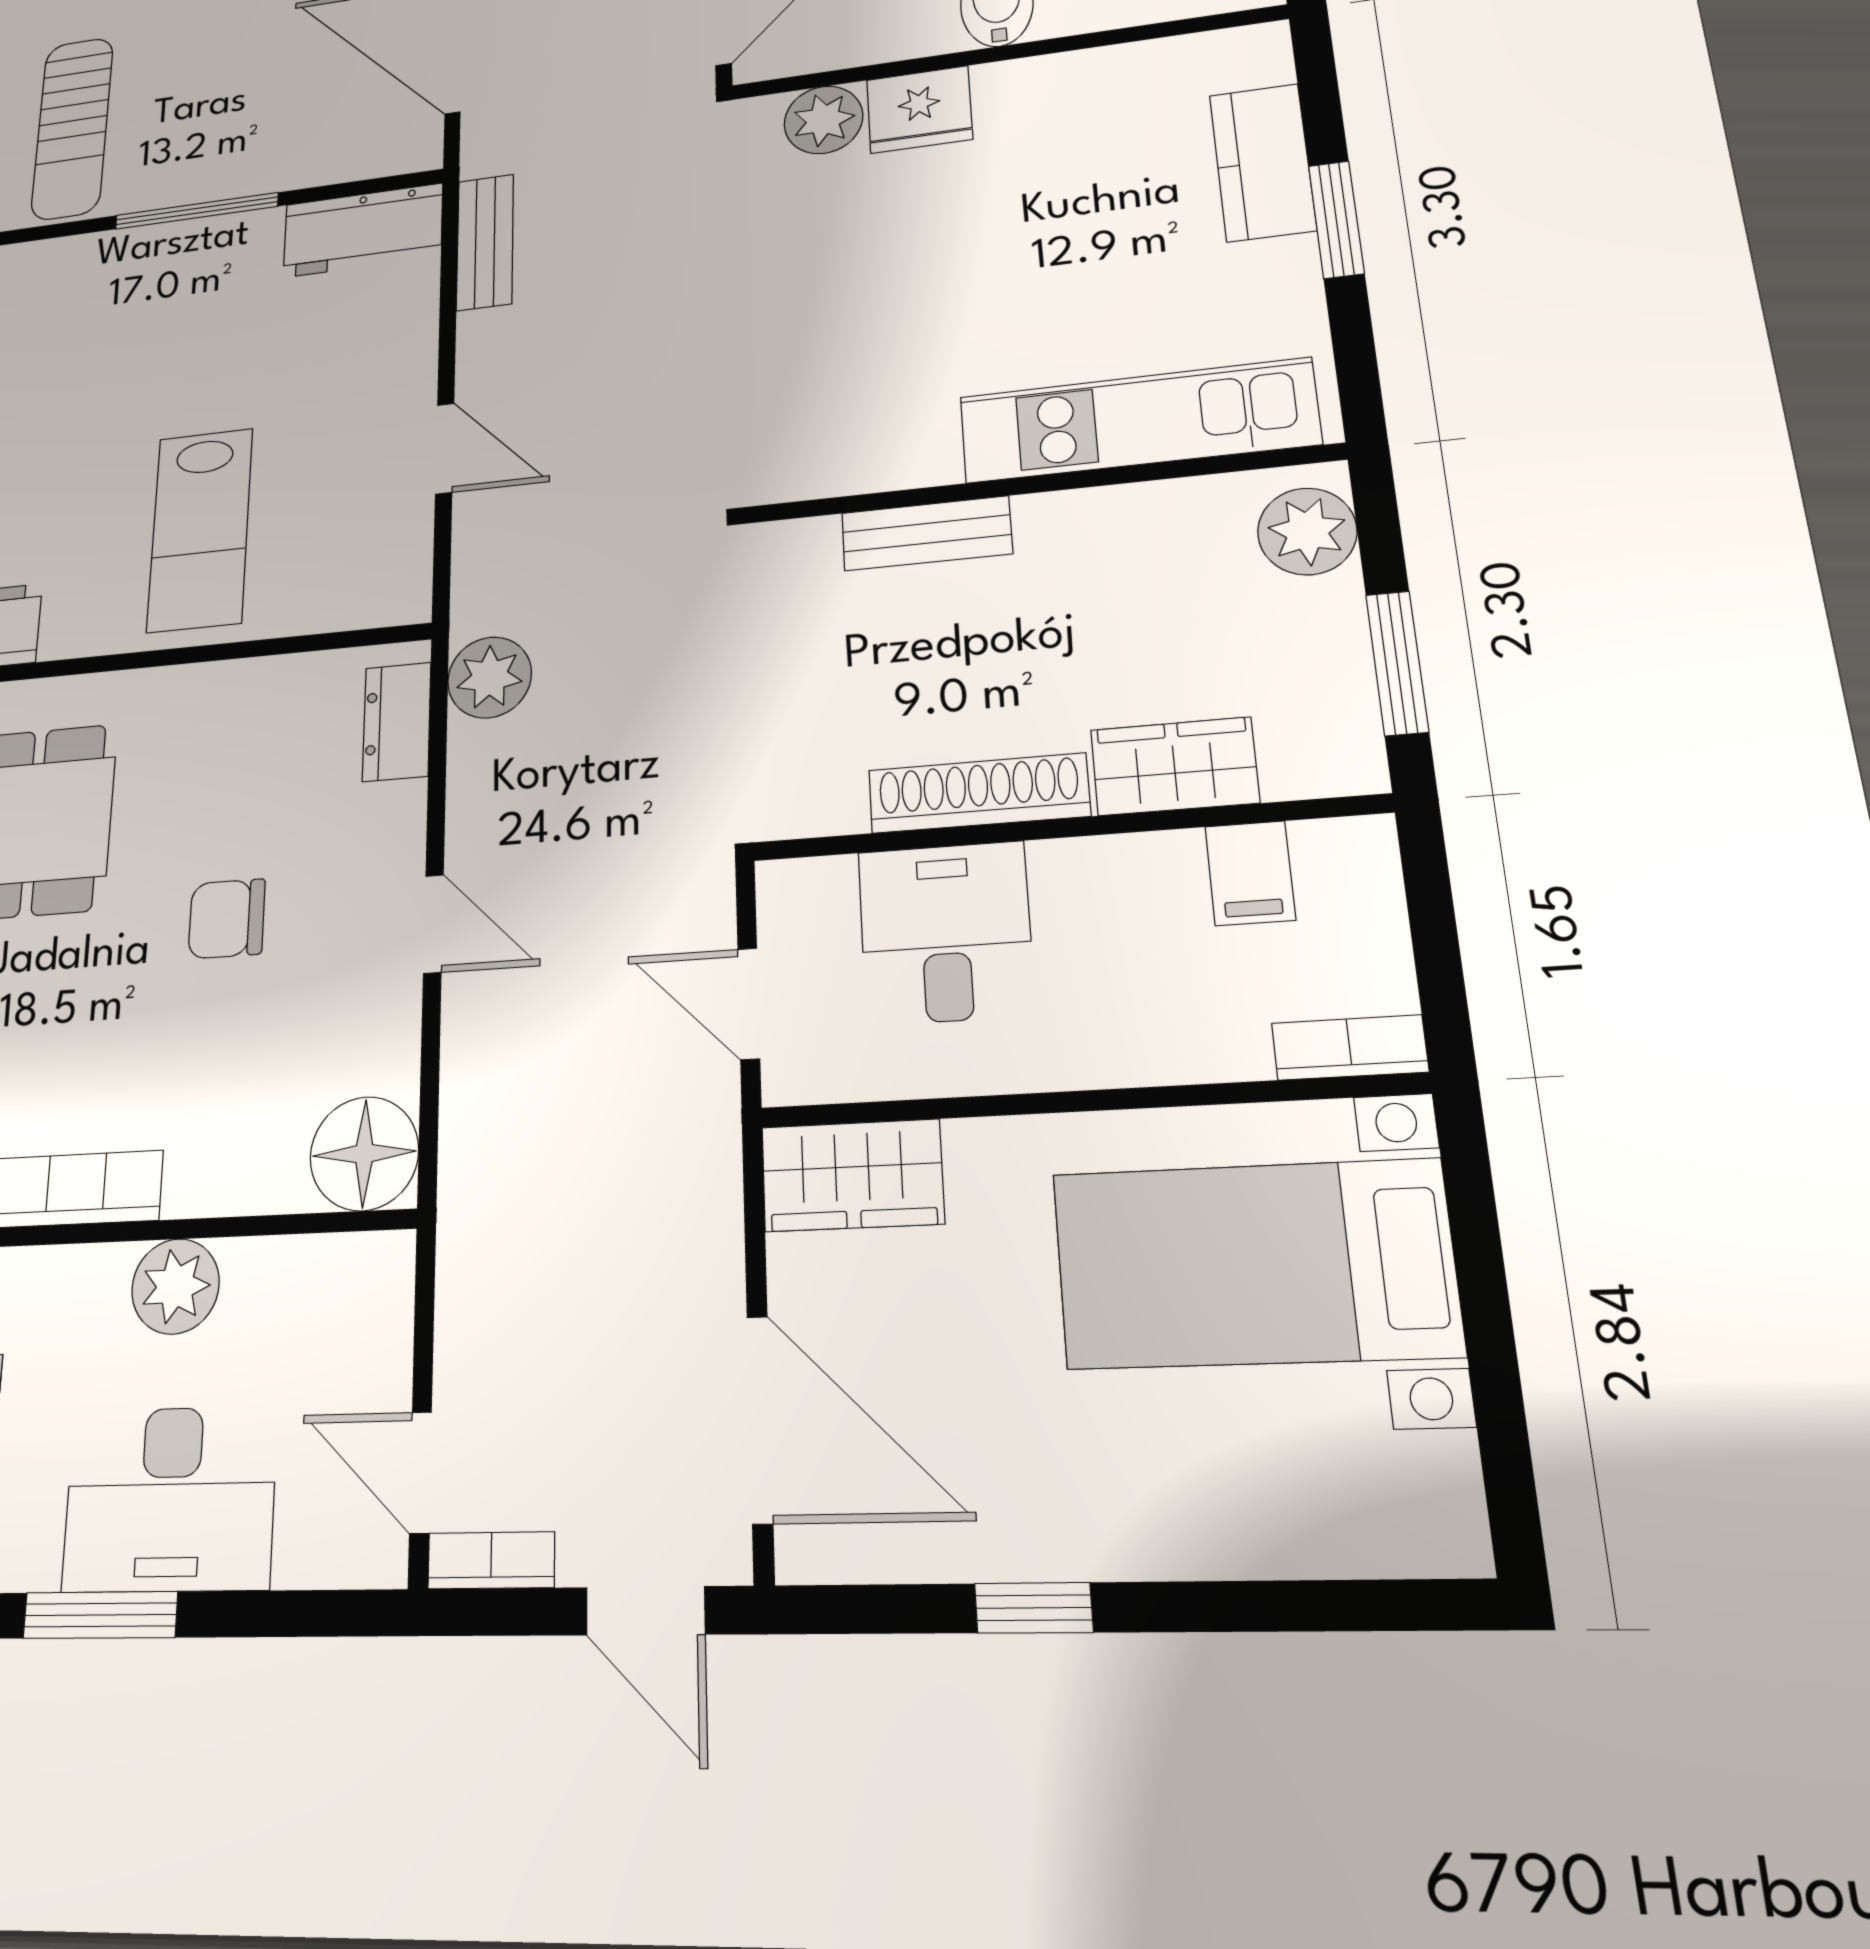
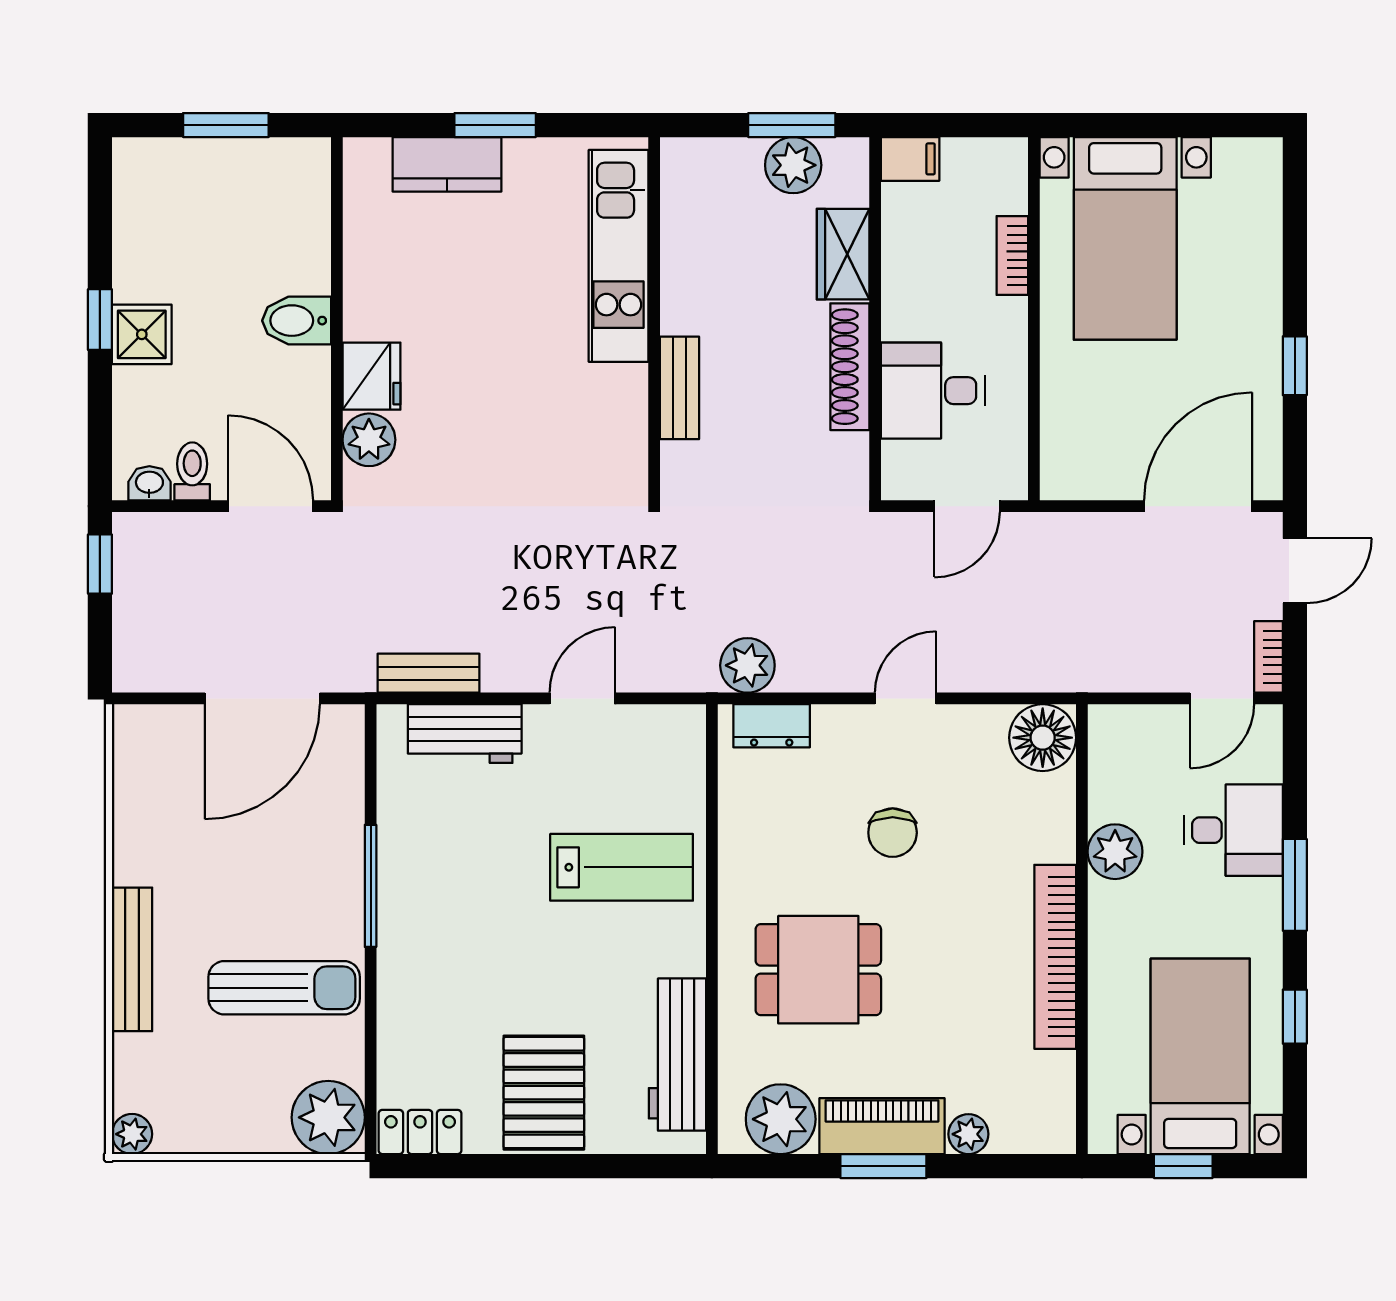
workbench: (363, 230) -> (465, 734), moved, turned 90
plant: (1307, 531) -> (793, 165), moved
filing cabinet: (1250, 873) -> (910, 159), moved
bookcase: (1350, 1048) -> (1012, 256), moved
wardrobe: (852, 1175) -> (1069, 450), removed
desk: (170, 1499) -> (1234, 830), width x0.73

